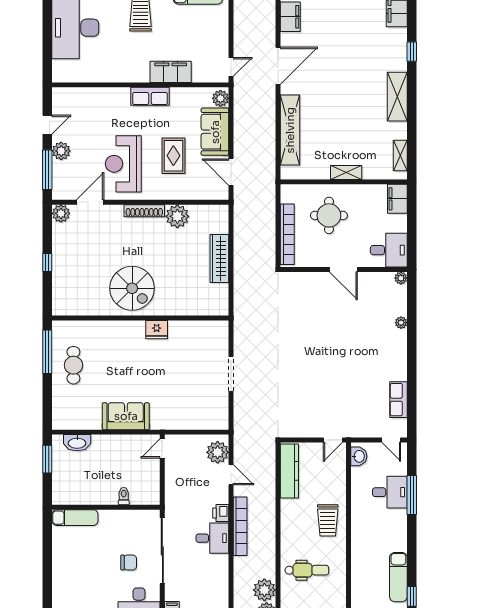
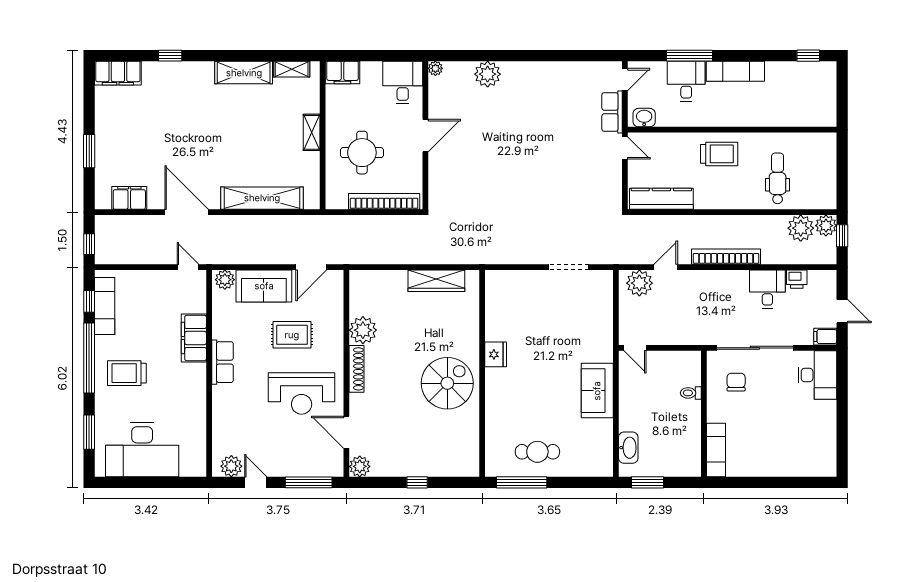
shelving: (397, 97) -> (244, 73), moved
plant: (61, 151) -> (231, 466), moved
wardrobe: (219, 259) -> (436, 281), moved
plant: (401, 323) -> (488, 74), width x1.88, depth x1.88
doorway: (231, 374) -> (569, 267), moved
row of seats: (398, 400) -> (612, 112), moved, turned 90
printer: (221, 513) -> (797, 279), moved
desk: (212, 538) -> (767, 289), moved
chair: (129, 563) -> (736, 382), moved
exam couch: (398, 577) -> (735, 71), moved

